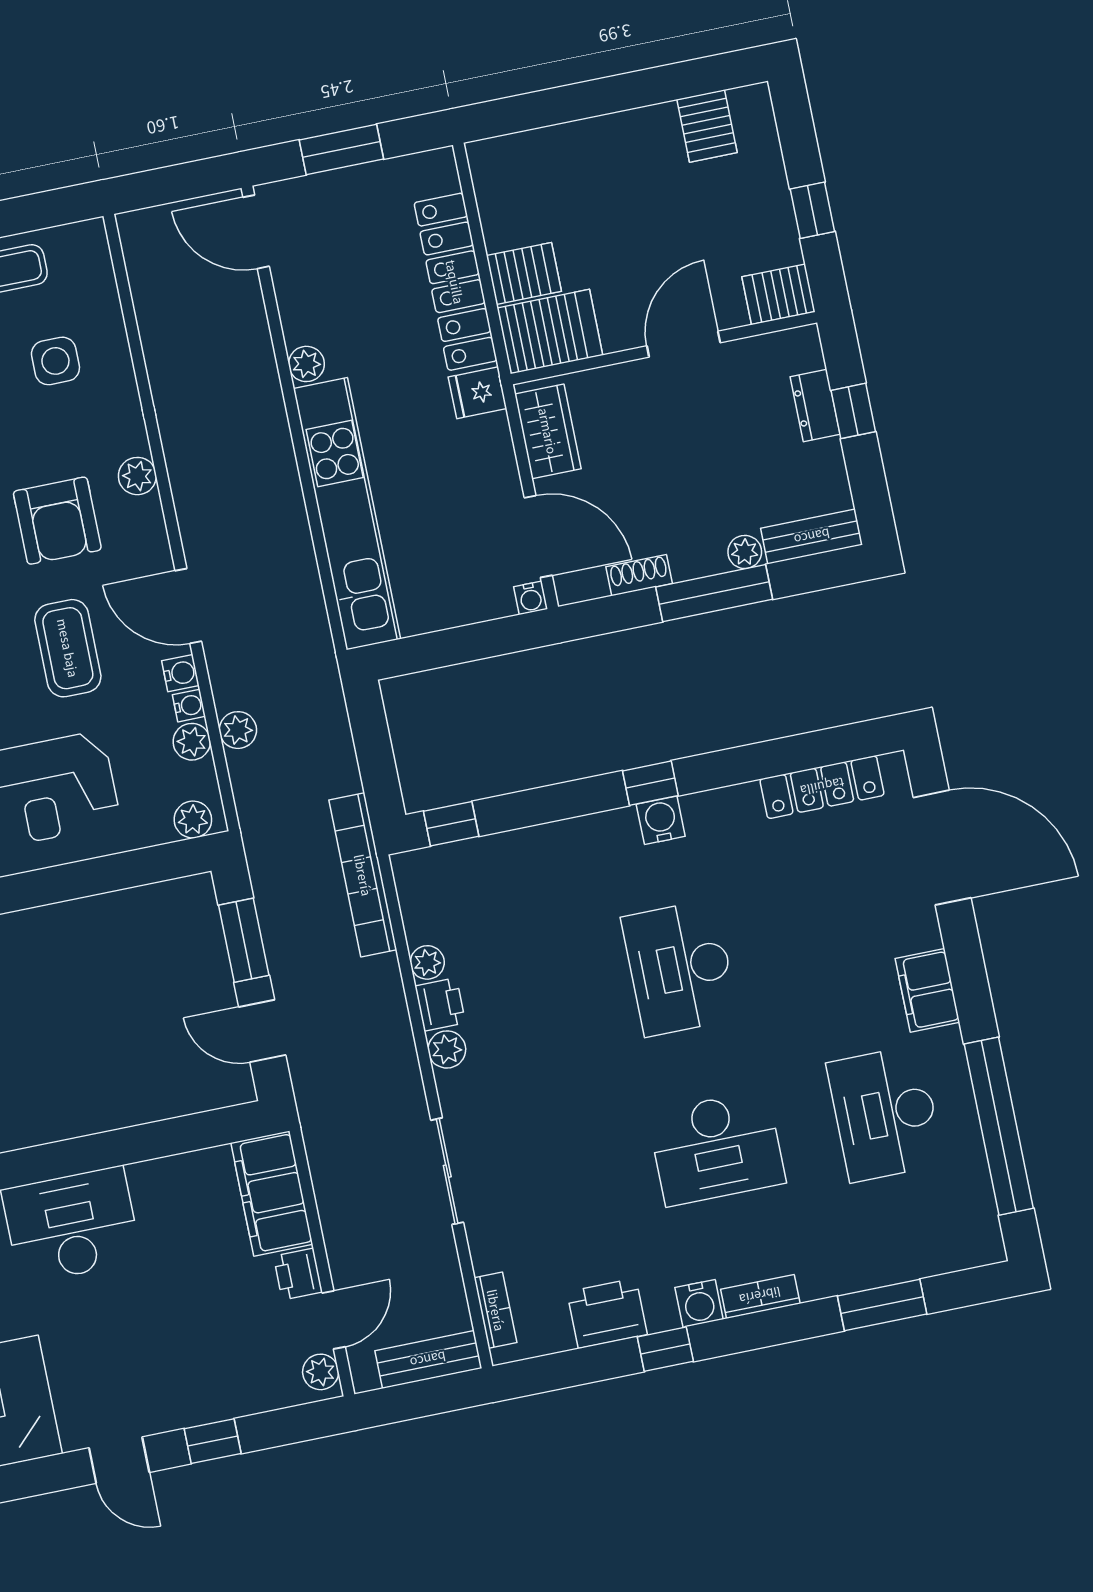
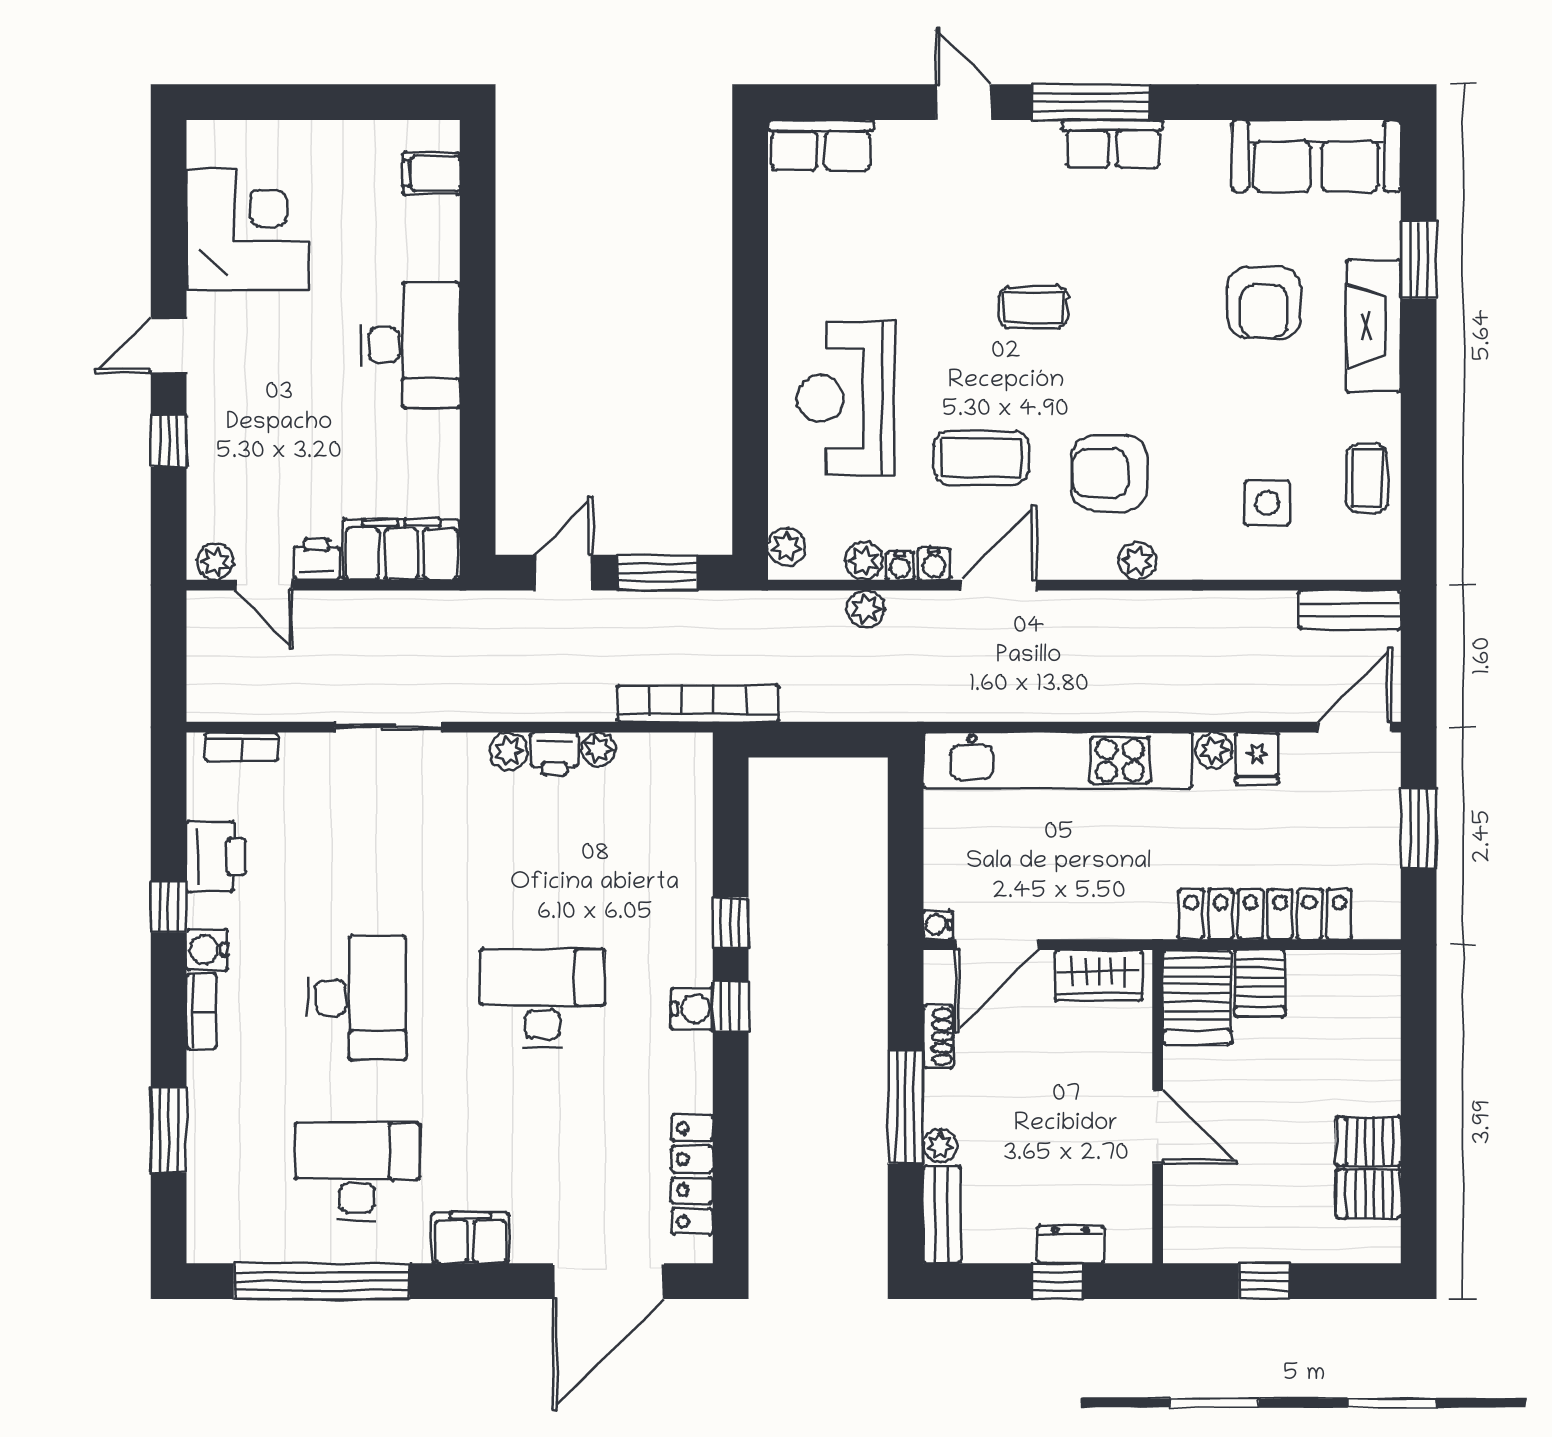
server rack: (778, 294) -> (1368, 1141), moved, turned -90
fridge: (478, 393) -> (1257, 758), moved, turned 180
window: (451, 824) -> (731, 922), moved
desk: (717, 1148) -> (357, 998), turned 180
bench: (428, 1360) -> (1350, 610), moved, turned 90

